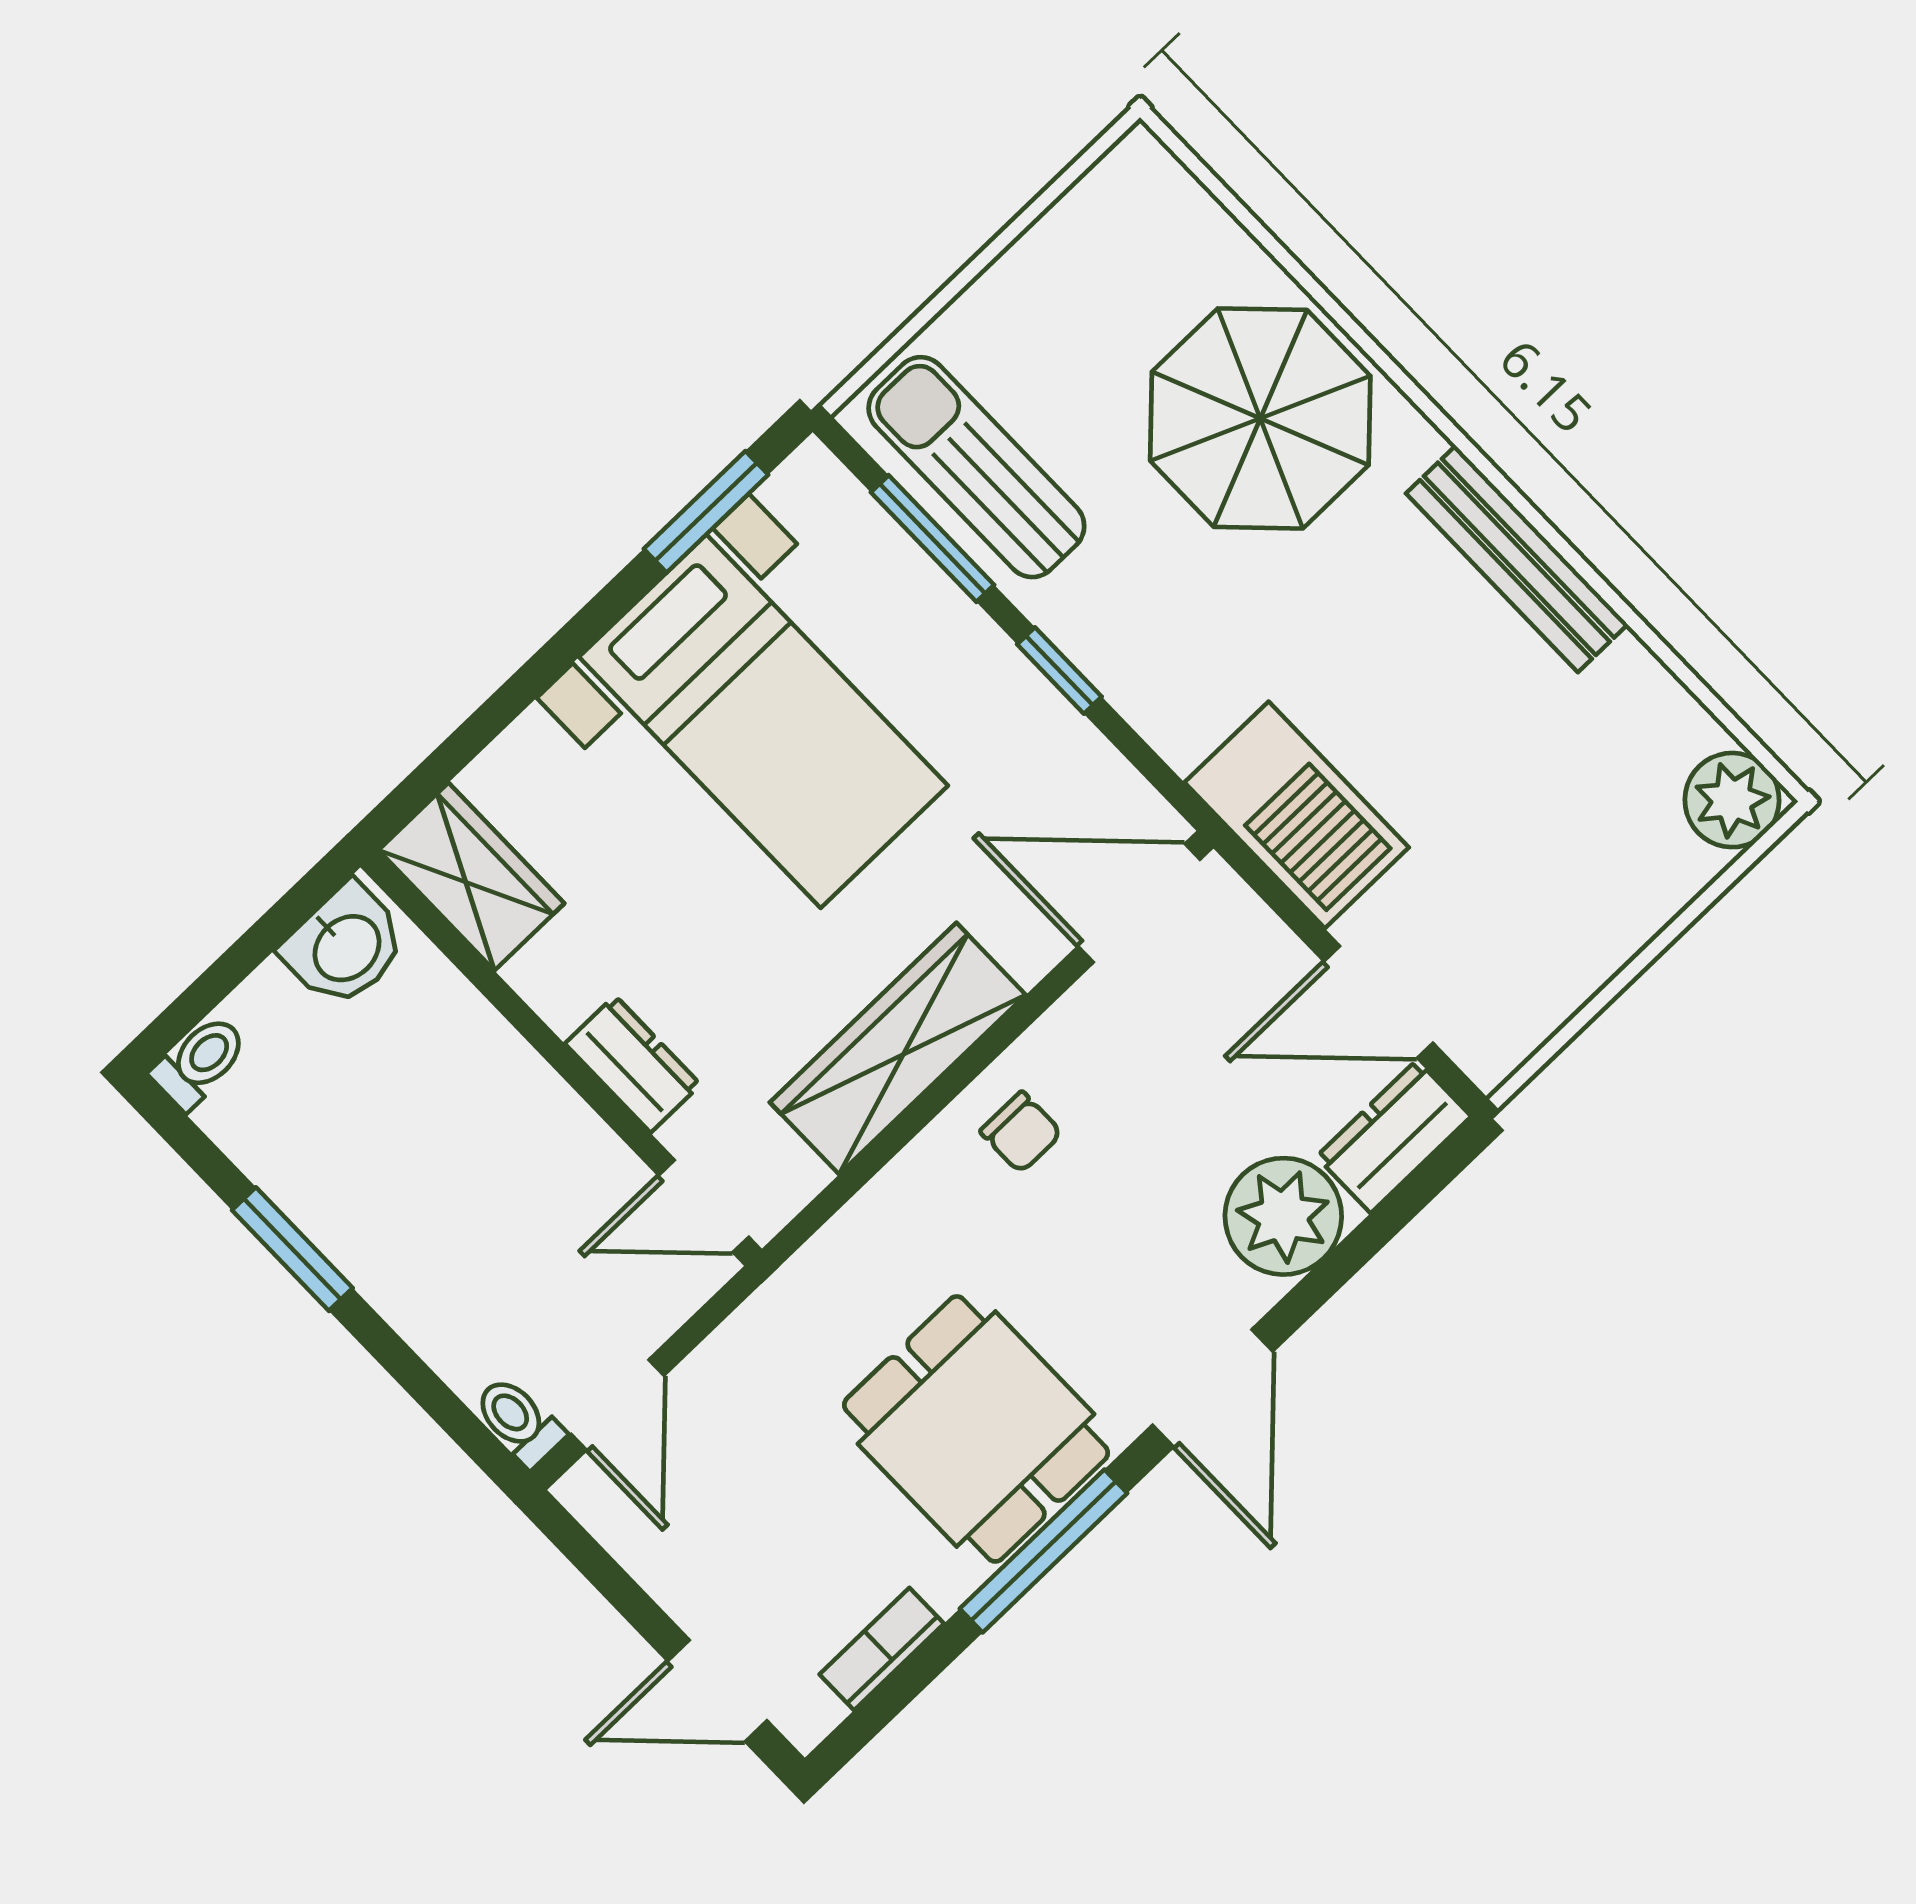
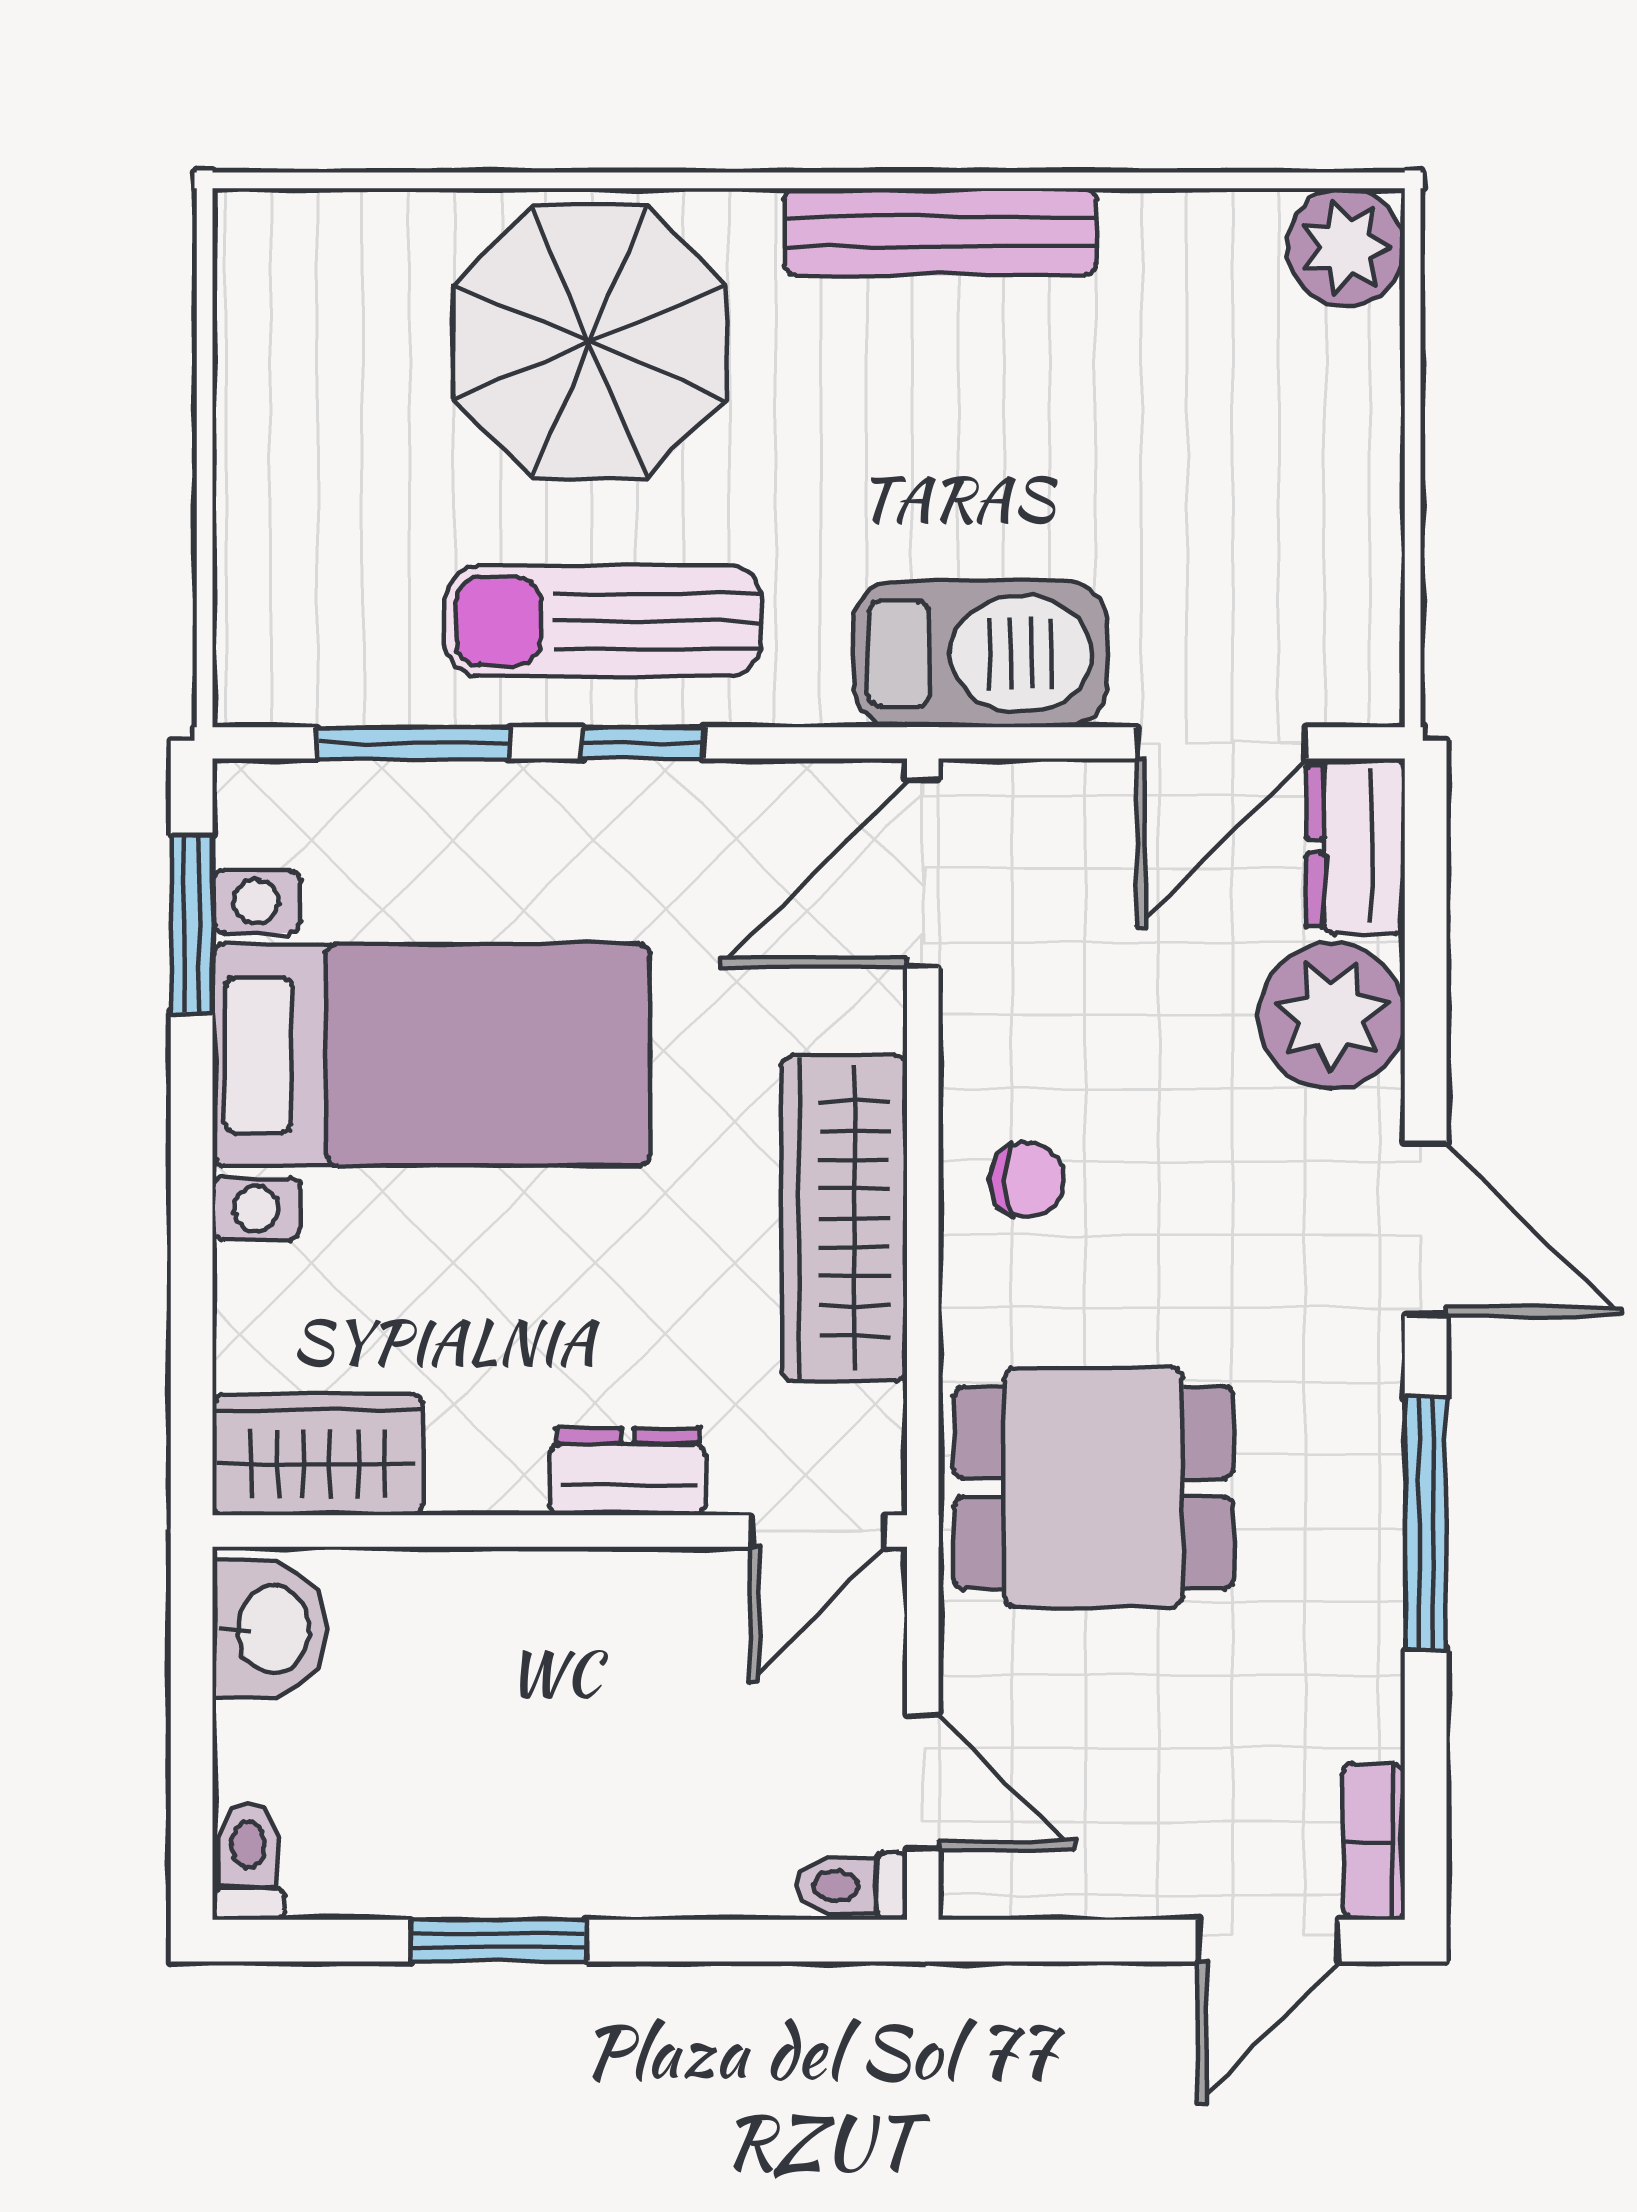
sun lounger: (976, 467) -> (604, 621), moved
dining table: (976, 1429) -> (1093, 1488), moved
bookcase: (882, 1649) -> (1374, 1842), moved

